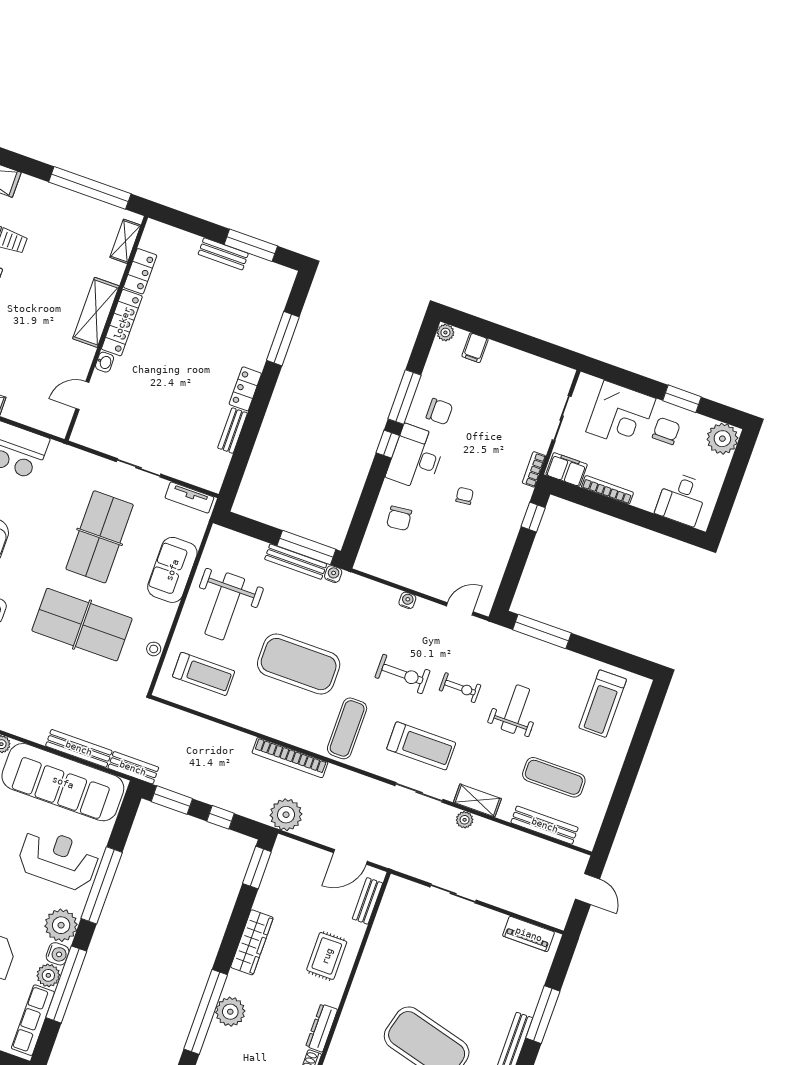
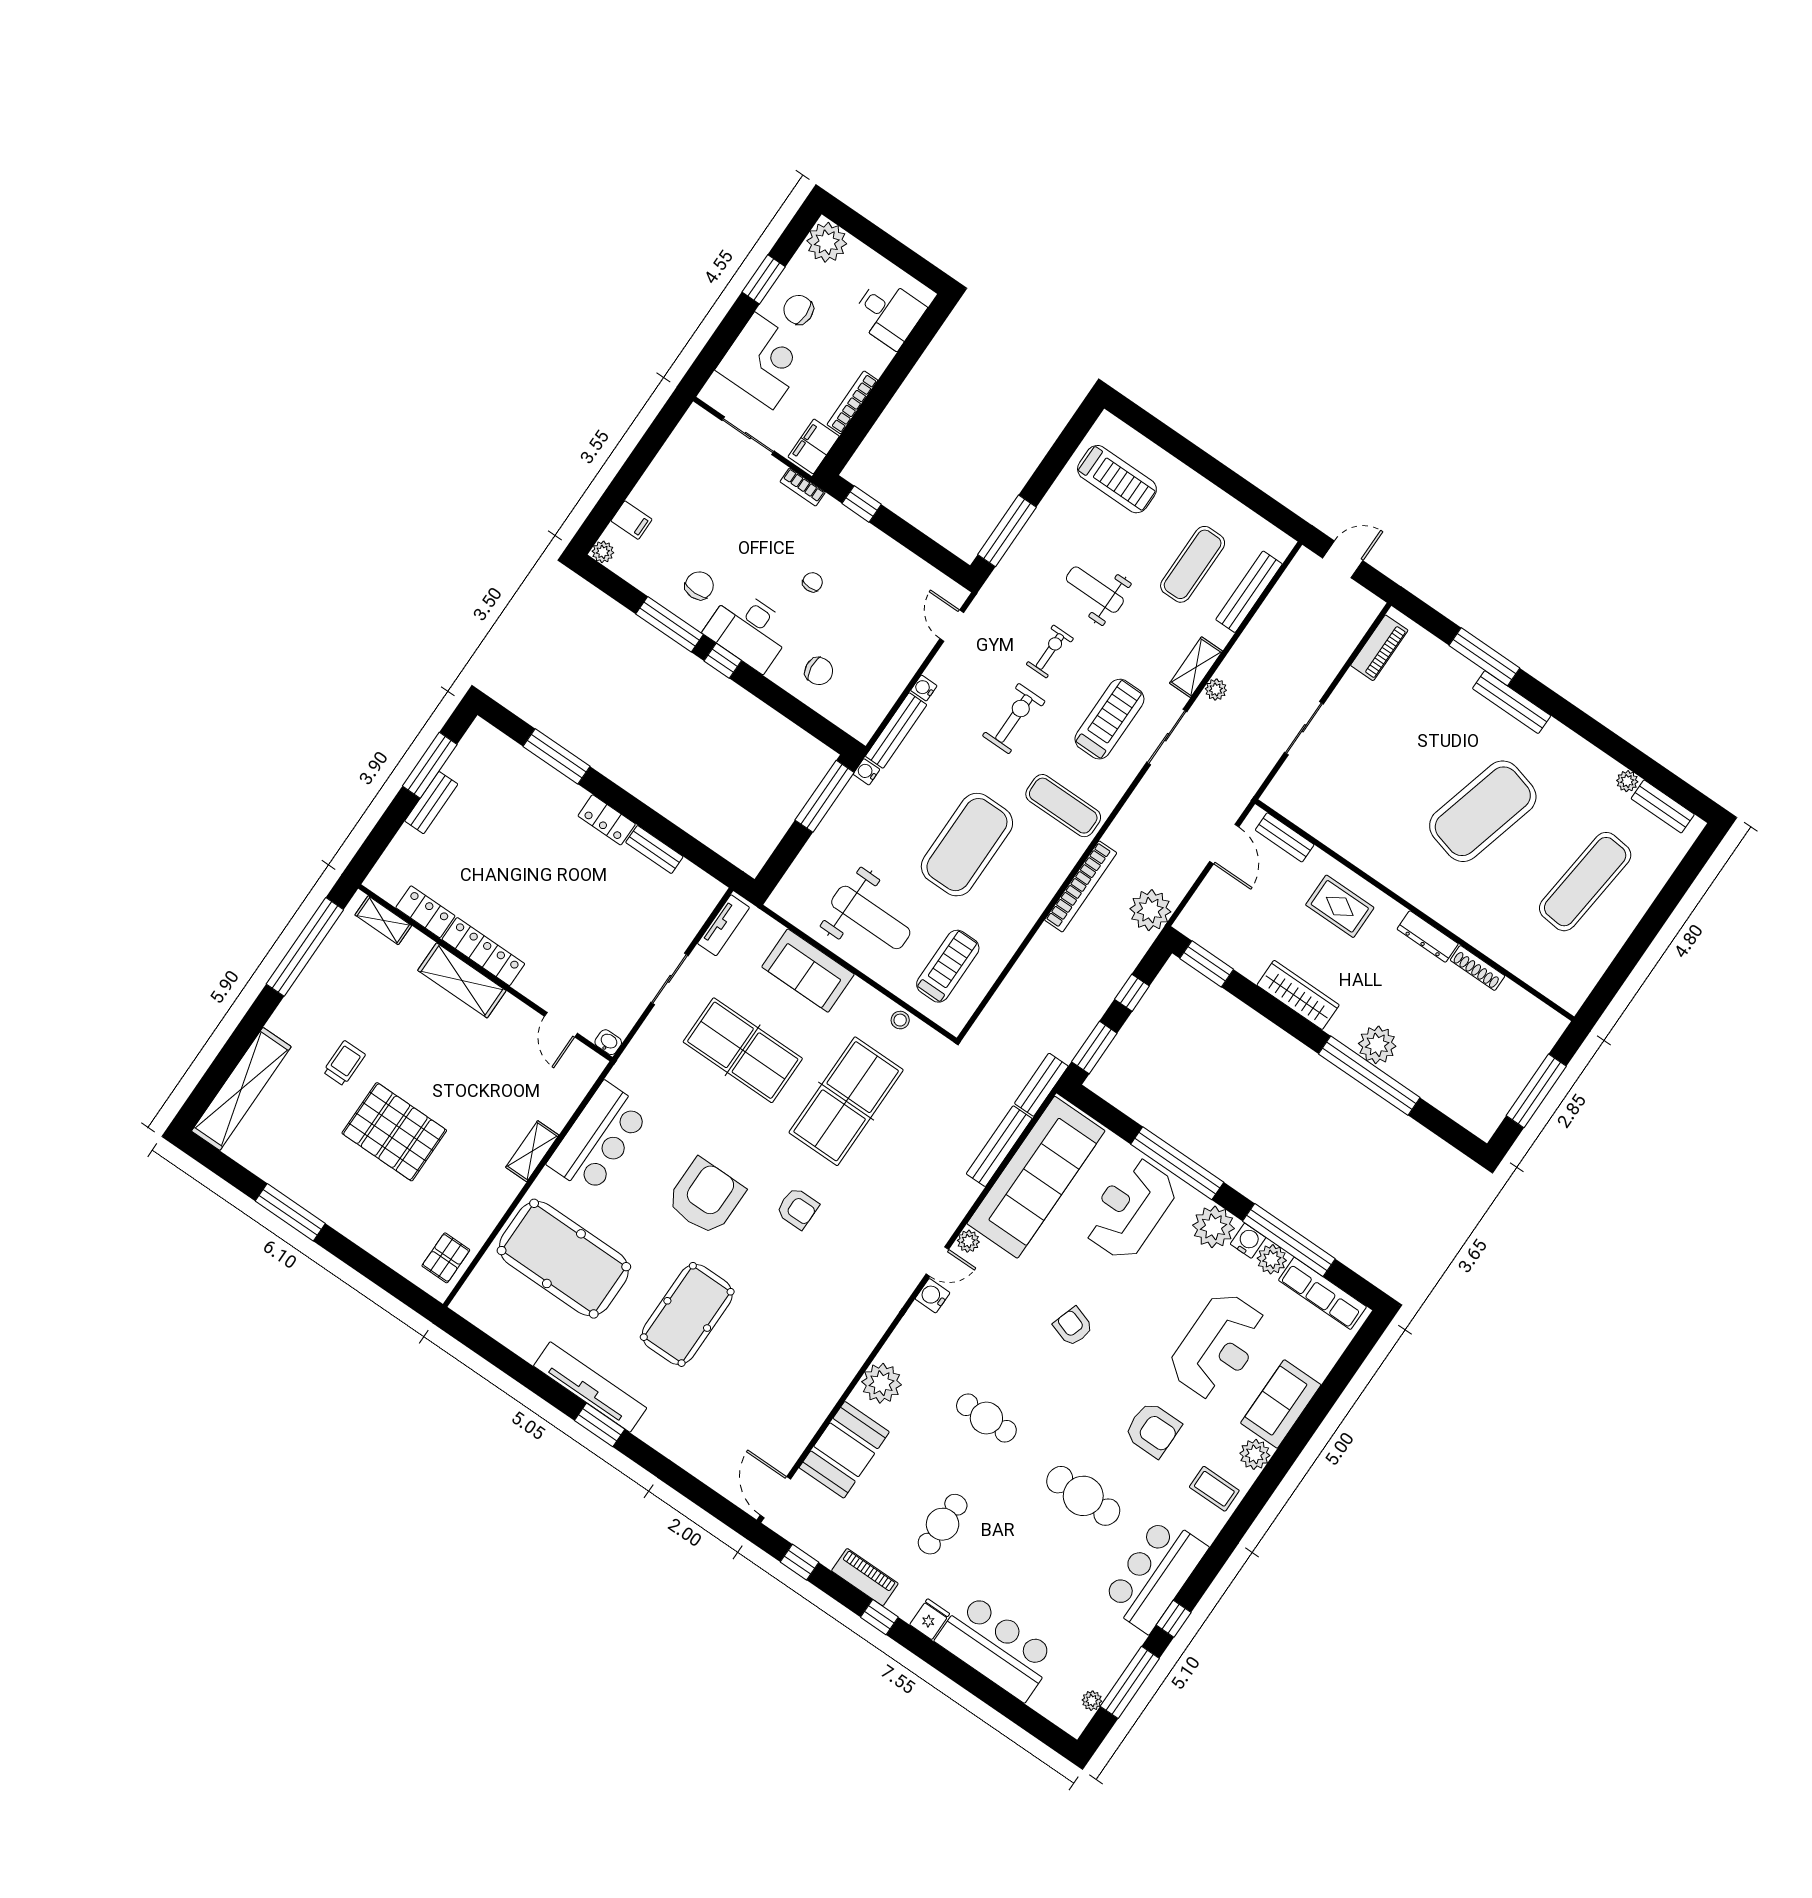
washbasin: (105, 362) -> (608, 1042), moved
chair: (465, 496) -> (812, 582), turned 97
bench: (296, 562) -> (896, 731), moved

